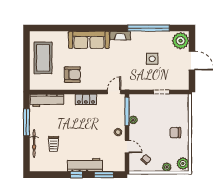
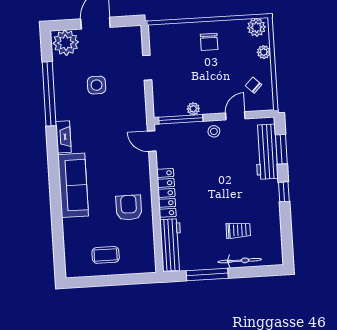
coffee table: (43, 58) -> (106, 255), width x0.54, depth x0.58
locker: (86, 99) -> (166, 193), width x1.53
workbench: (85, 165) -> (266, 152), moved

